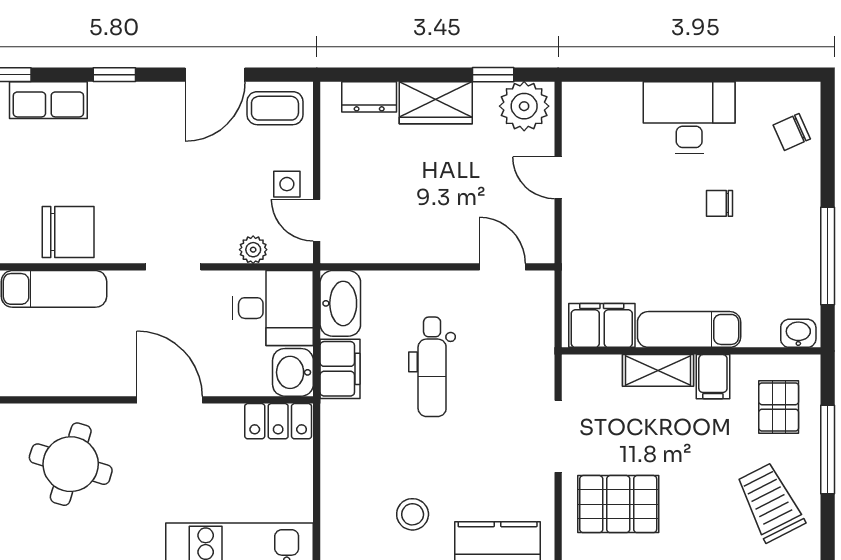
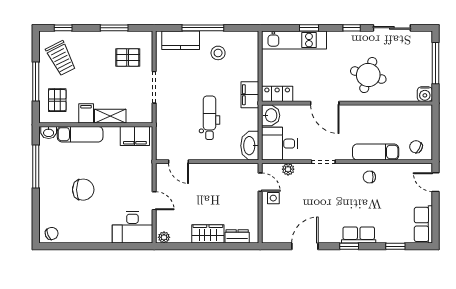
window: (493, 75) -> (183, 246), removed
row of seats: (48, 100) -> (359, 235), moved
plant: (524, 106) -> (164, 237), width x0.53, depth x0.53
coffee table: (275, 108) -> (279, 231), removed
desk: (689, 117) -> (132, 227), moved
chair: (792, 132) -> (52, 233), moved
chair: (719, 203) -> (83, 190), width x1.87, depth x1.87
chair: (68, 232) -> (369, 177), width x0.54, depth x0.54
exam couch: (689, 329) -> (80, 134), moved
filing cabinet: (340, 369) -> (250, 95), moved
pallet: (618, 504) -> (128, 57), width x0.67, depth x0.71

